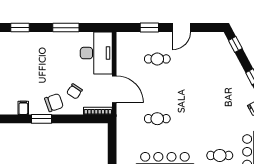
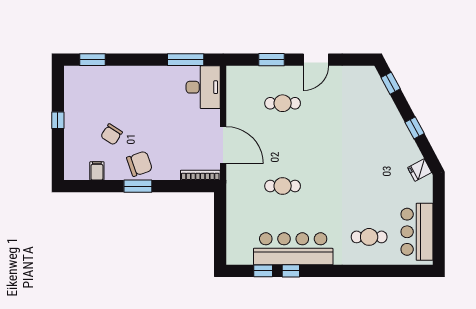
window: (66, 28) -> (186, 60), moved
desk: (96, 53) -> (203, 87), width x0.73, depth x0.77
chair: (74, 91) -> (112, 134), moved
window: (41, 119) -> (138, 186), moved

